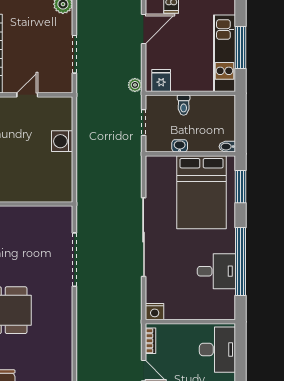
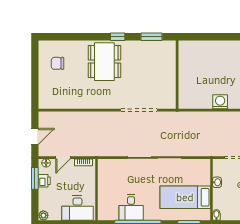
bed: (202, 192) -> (185, 197), width x0.67
nightstand: (155, 312) -> (103, 165), removed

